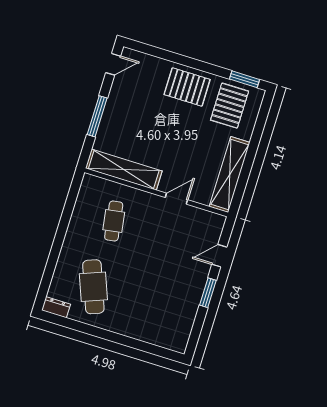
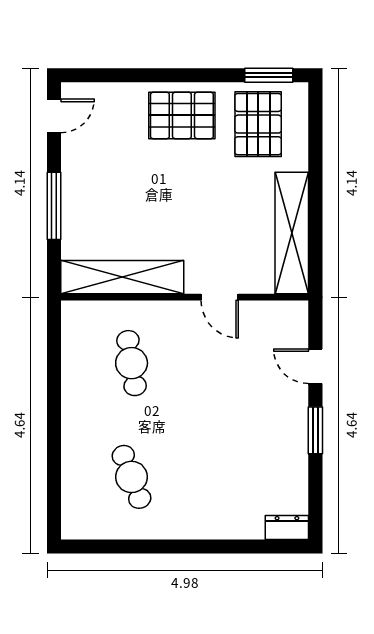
door: (176, 199) -> (220, 297), swing flipped
door: (219, 256) -> (315, 366), hinge flipped
cafe table: (93, 287) -> (132, 477), width x0.73, depth x0.74
dresser: (56, 307) -> (287, 528), moved

